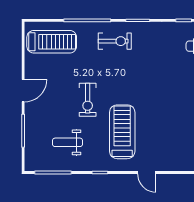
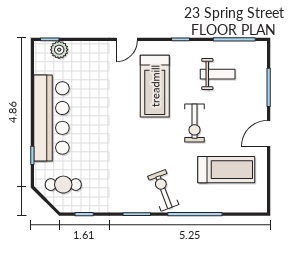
exercise bike: (115, 41) -> (163, 190), turned 69
treadmill: (52, 42) -> (226, 170), moved, turned 180
exercise bike: (88, 100) -> (194, 123), turned 180
door: (147, 173) -> (127, 39), swing flipped

